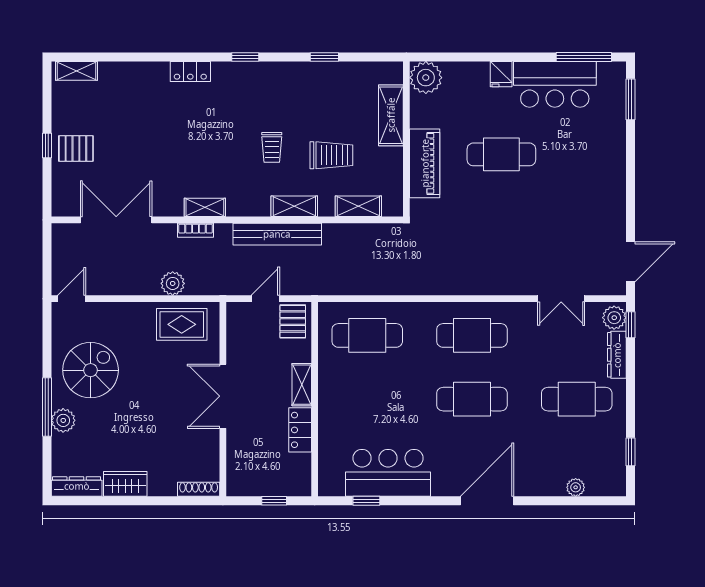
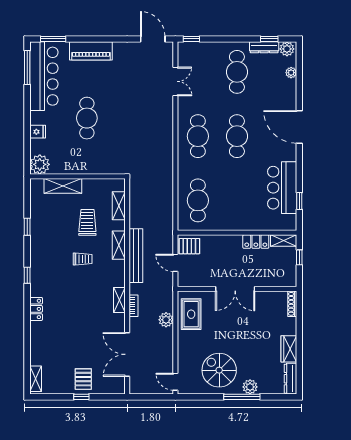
fridge: (501, 74) -> (38, 132), moved
bar counter: (555, 84) -> (44, 76), width x1.36
piano: (425, 163) -> (91, 51), moved, turned 180
plant: (614, 318) -> (287, 49), moved
dresser: (617, 355) -> (264, 47), moved
shelving: (302, 385) -> (284, 241), moved

